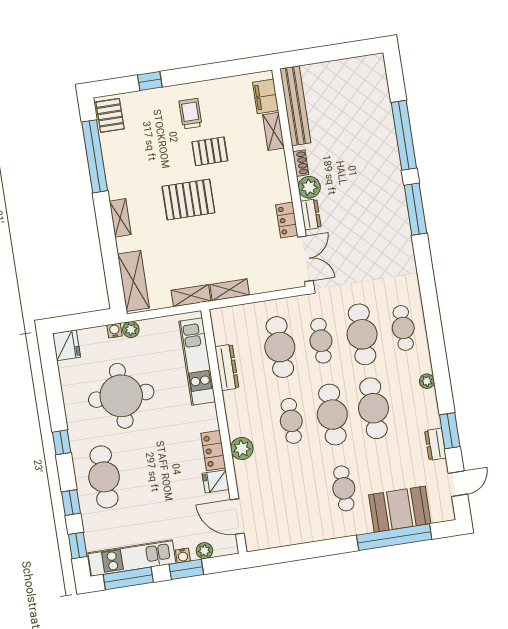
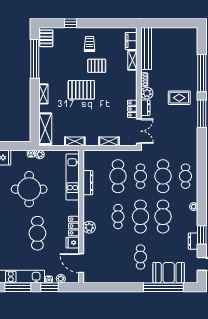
rug: (370, 186) -> (179, 98), added
shelving: (230, 290) -> (109, 141), moved
cafe table: (104, 477) -> (37, 233), moved

